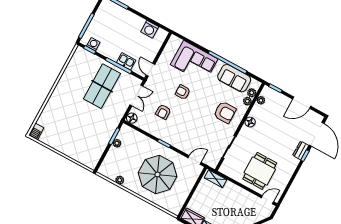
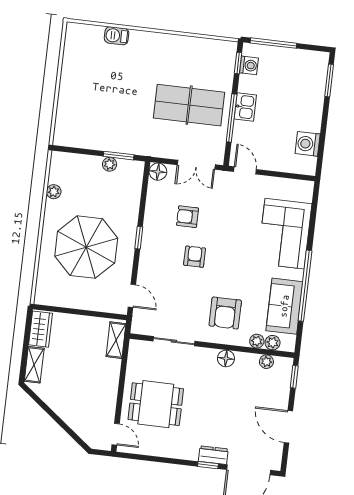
kitchen sink: (126, 61) -> (245, 107), moved
door: (150, 70) -> (245, 170), hinge flipped
armchair: (183, 92) -> (195, 257), moved
barbecue: (36, 131) -> (117, 36), moved

